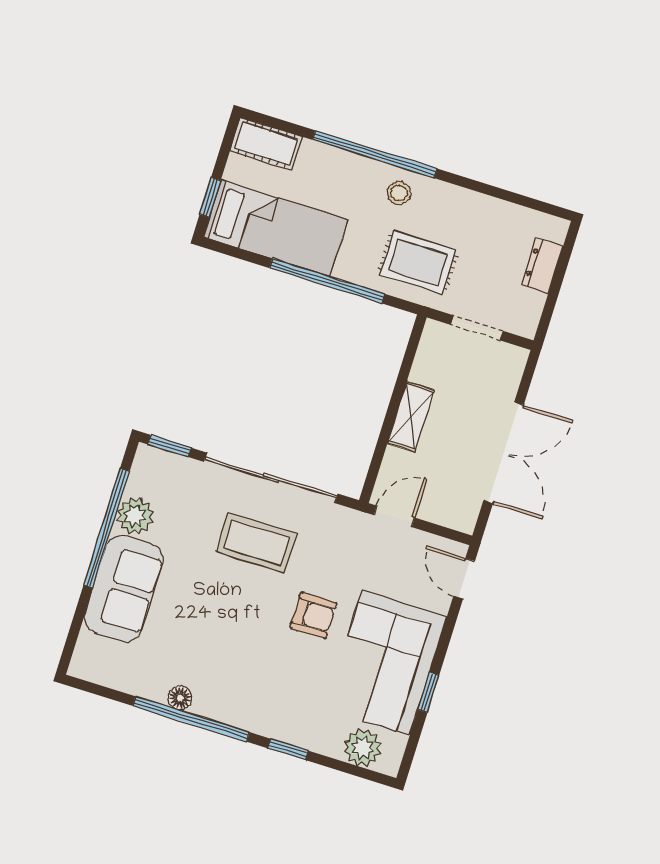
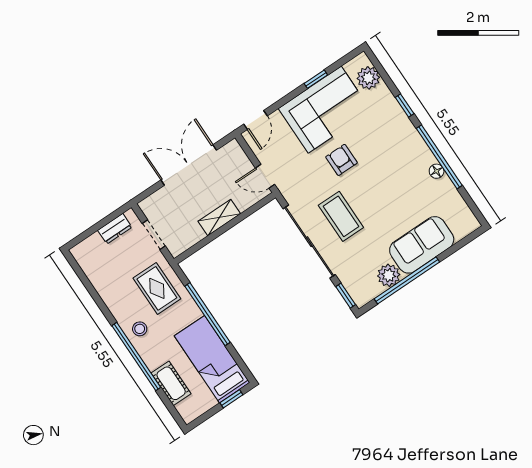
cot: (266, 144) -> (171, 383), moved
dresser: (542, 265) -> (115, 229), moved

